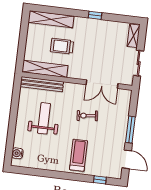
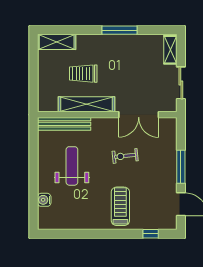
window: (95, 15) -> (119, 30), width x2.17
shelving: (51, 19) -> (57, 42), width x0.68
shelving: (45, 69) -> (86, 104), moved
water cooler: (17, 153) -> (44, 200), moved

